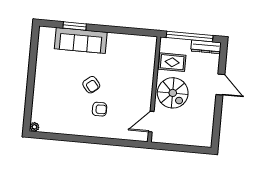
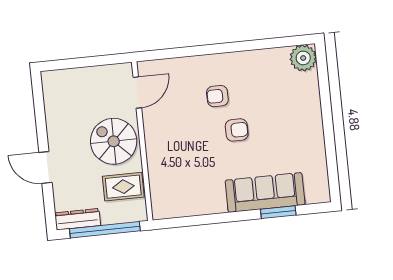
armchair: (91, 85) -> (237, 130), turned 129
plant: (34, 127) -> (303, 58), width x1.87, depth x1.87

